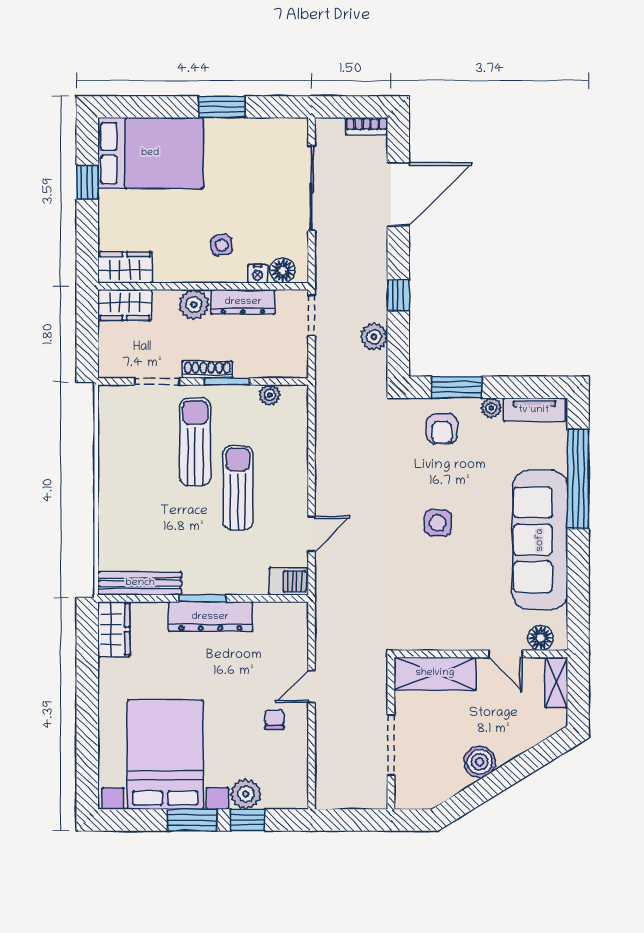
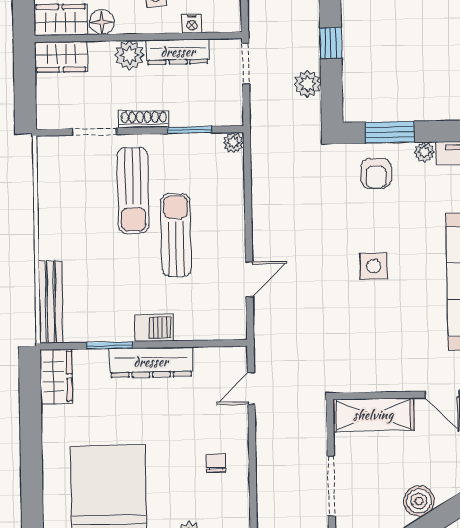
floor lamp: (282, 270) -> (102, 22), moved
window: (227, 381) -> (189, 130), moved
plant: (270, 395) -> (233, 143), moved
sun lounger: (195, 442) -> (133, 190), turned 180
barbecue: (289, 581) -> (154, 328), moved
bench: (140, 583) -> (51, 302), moved, turned 90
window: (202, 598) -> (109, 345), moved
door: (312, 686) -> (251, 388), moved

